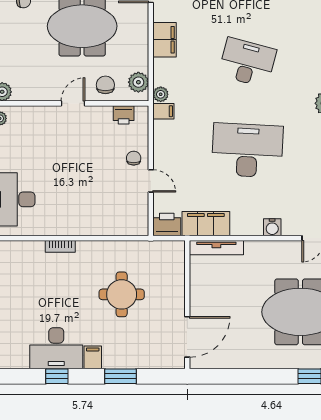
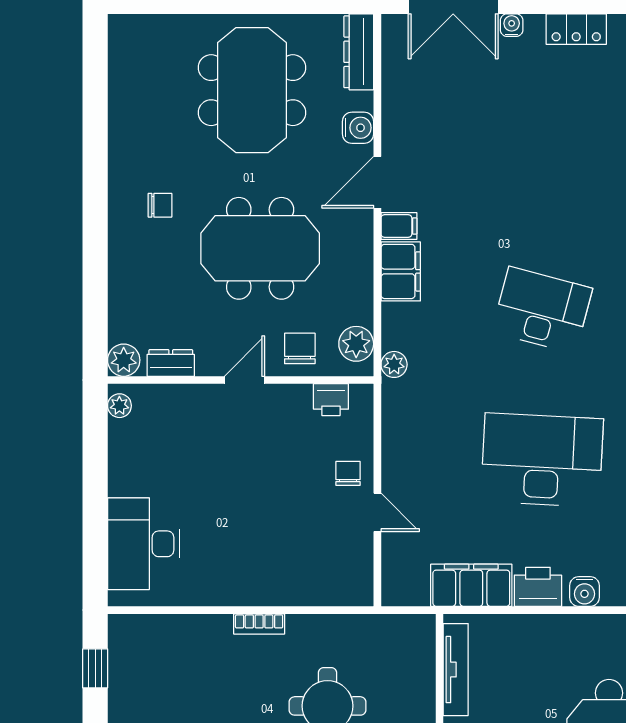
dresser: (30, 93) -> (171, 363), added
filing cabinet: (163, 111) -> (399, 226), moved
printer: (167, 225) -> (538, 587), moved
bookcase: (60, 246) -> (259, 624), moved
tv unit: (216, 248) -> (456, 670), moved, turned -90

